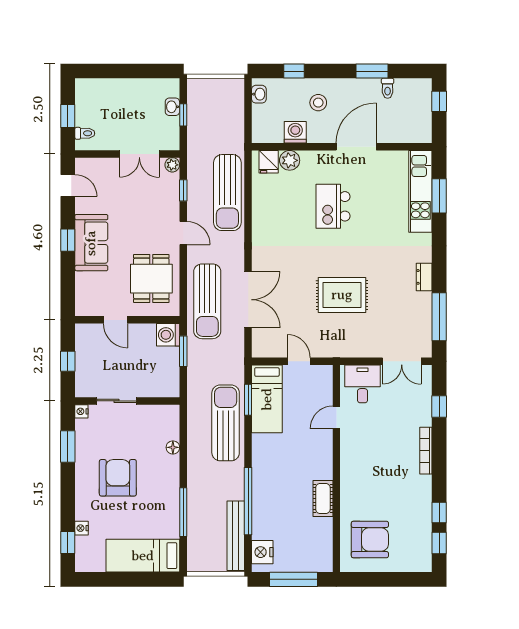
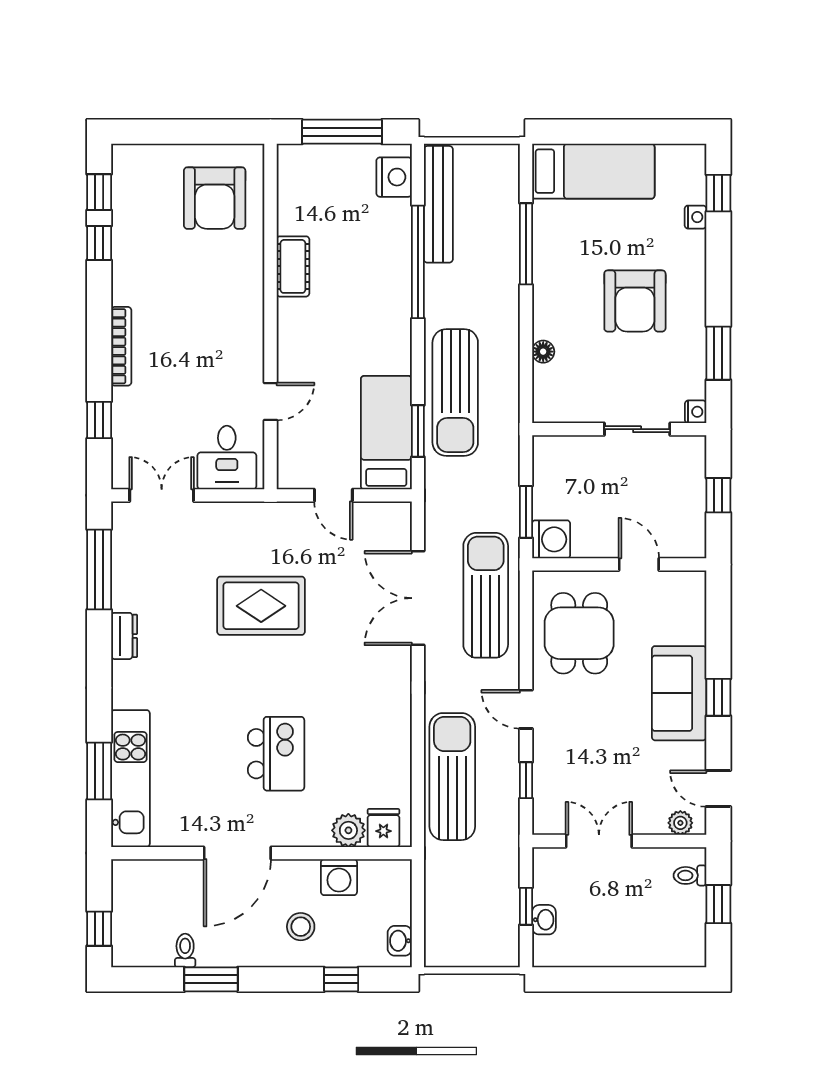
plant: (172, 165) -> (680, 823), moved
armchair: (370, 539) -> (215, 198), turned -90

